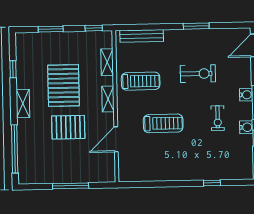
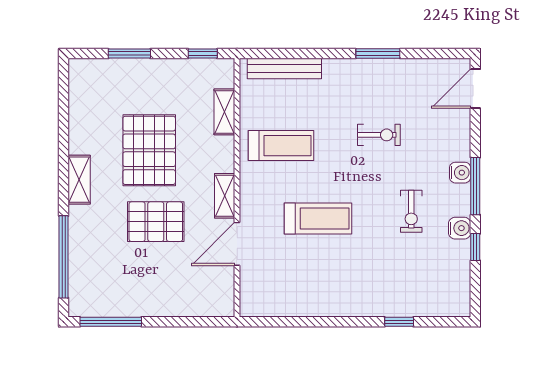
window: (13, 69) -> (64, 121), removed
exercise bike: (198, 74) -> (379, 135), width x0.73, depth x0.72
shelving: (108, 99) -> (225, 196), moved
window: (71, 186) -> (111, 322), moved

